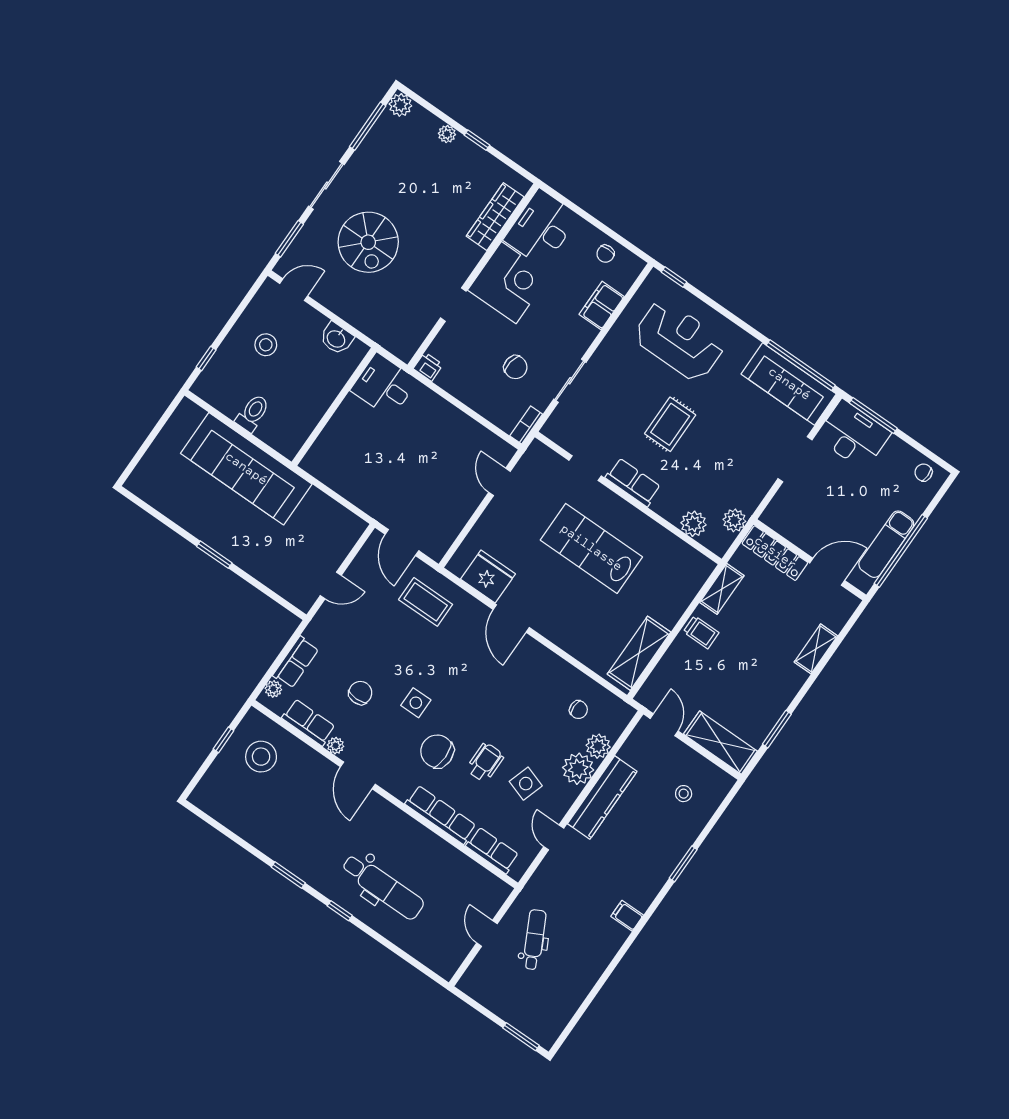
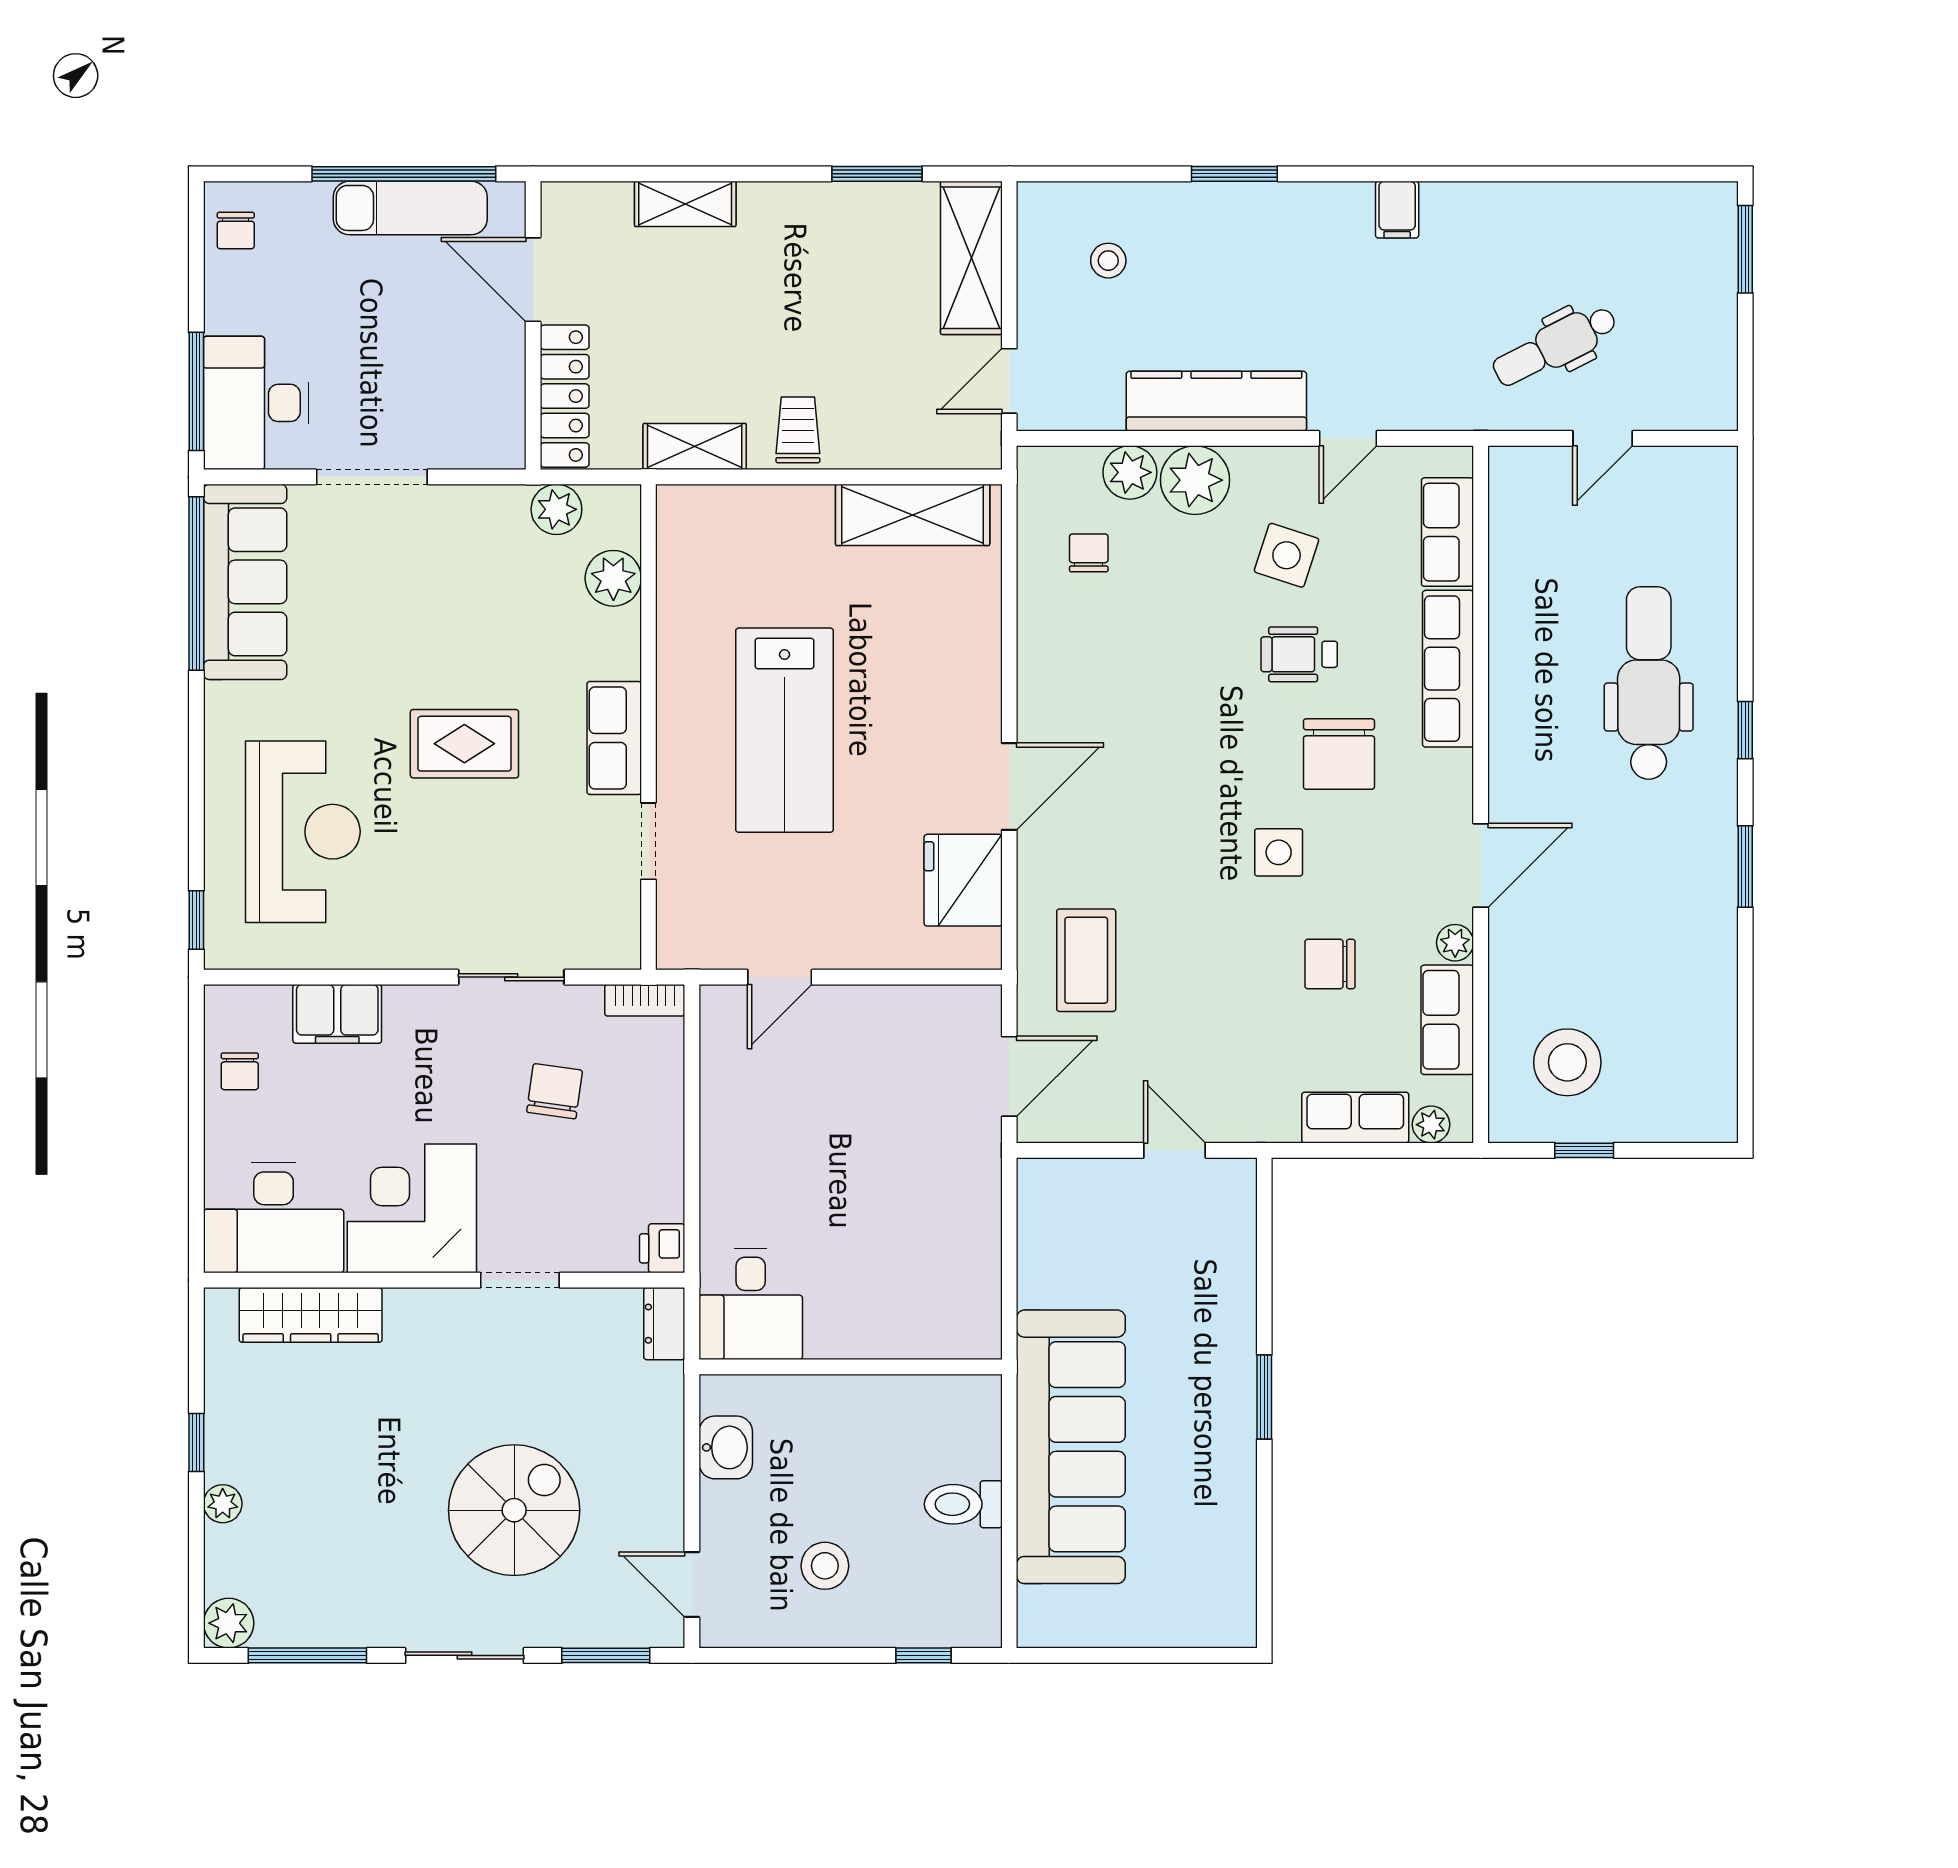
chair: (605, 254) -> (240, 1071), turned 90
reception desk: (679, 340) -> (303, 832), turned 180
dresser: (399, 348) -> (664, 1324), added

